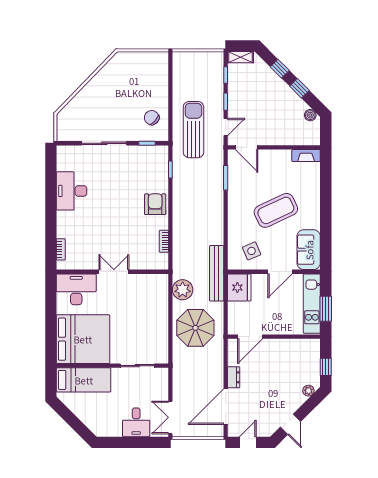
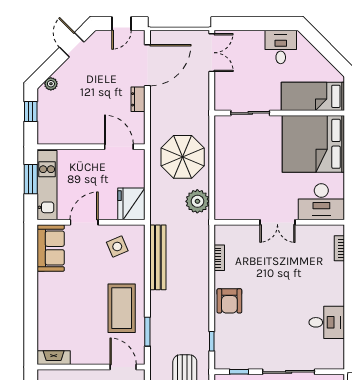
desk: (72, 191) -> (327, 322), width x0.73
coffee table: (276, 210) -> (122, 308), moved, turned -65
bench: (217, 273) -> (158, 257), moved
door: (250, 337) -> (119, 147), hinge flipped
desk: (136, 422) -> (281, 47), moved

